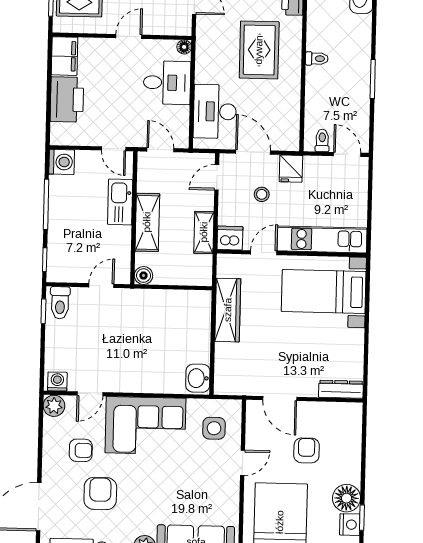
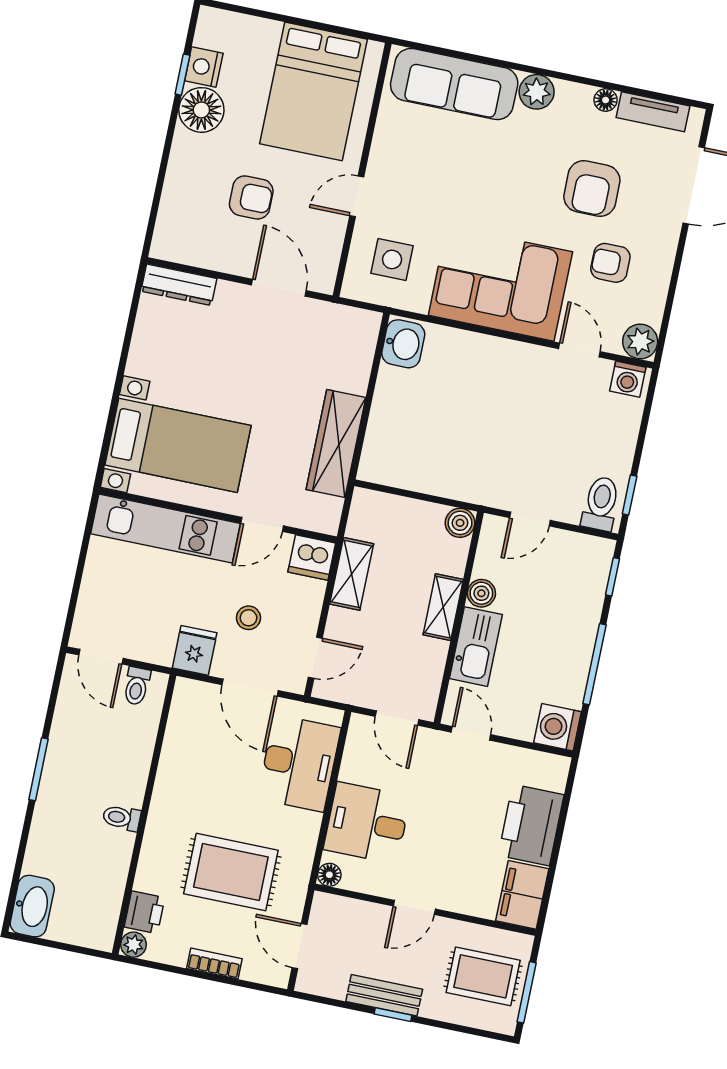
rug: (259, 50) -> (231, 872), moved, turned 90
shelving: (147, 222) -> (443, 607), width x0.67, depth x0.75
boiler: (123, 235) -> (481, 593), added
door: (90, 394) -> (579, 350), hinge flipped
armchair: (307, 450) -> (251, 197), turned -90

